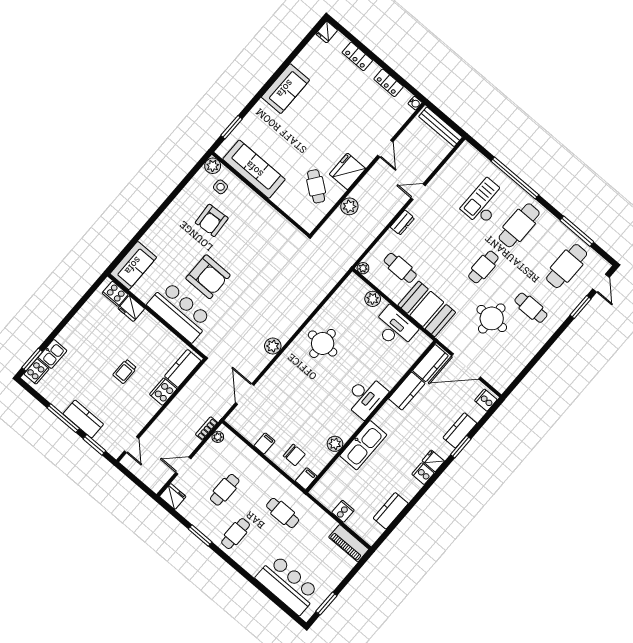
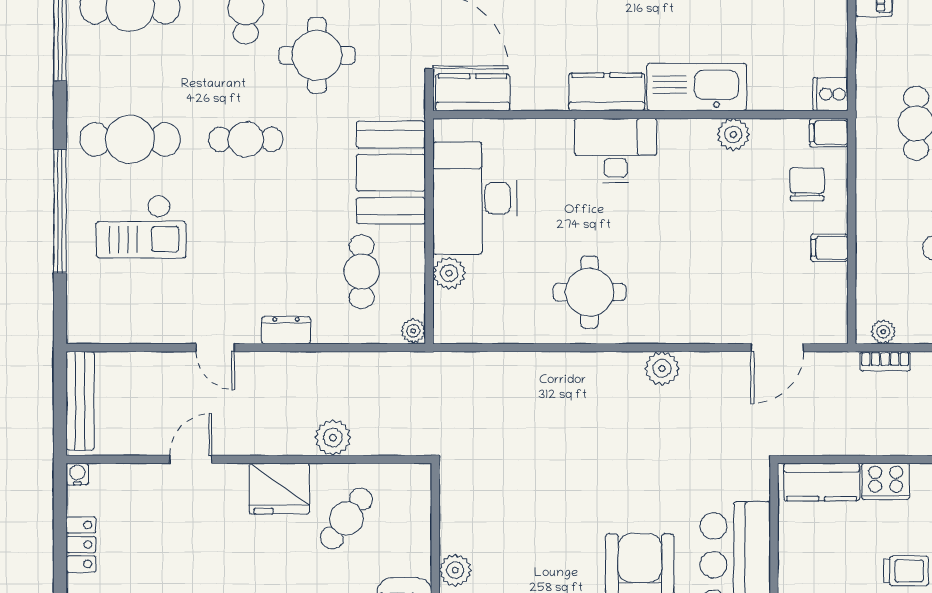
plant: (264, 209) -> (455, 570), added
desk: (395, 328) -> (475, 198), width x1.36, depth x1.30
kitchen counter: (407, 391) -> (607, 92), moved
cooker: (343, 511) -> (830, 94), moved

